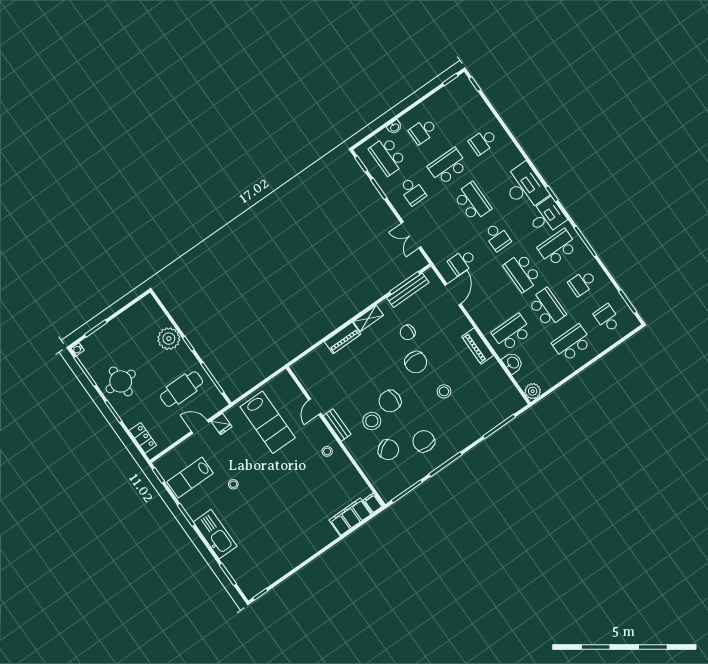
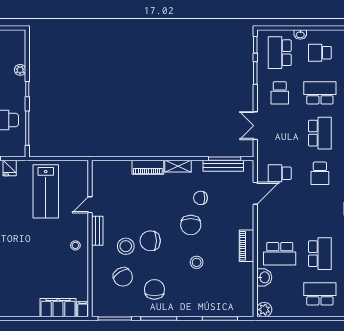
school desk: (522, 272) -> (320, 213), removed
school desk: (512, 332) -> (280, 254), turned 180
plant: (169, 339) -> (20, 70), width x0.53, depth x0.53

